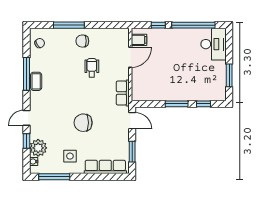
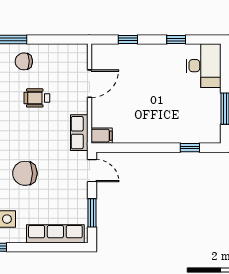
window: (193, 25) -> (176, 40), width x0.32
filing cabinet: (139, 40) -> (102, 136), moved
wheelchair: (92, 68) -> (37, 98), turned -90
window: (177, 104) -> (153, 148), removed

